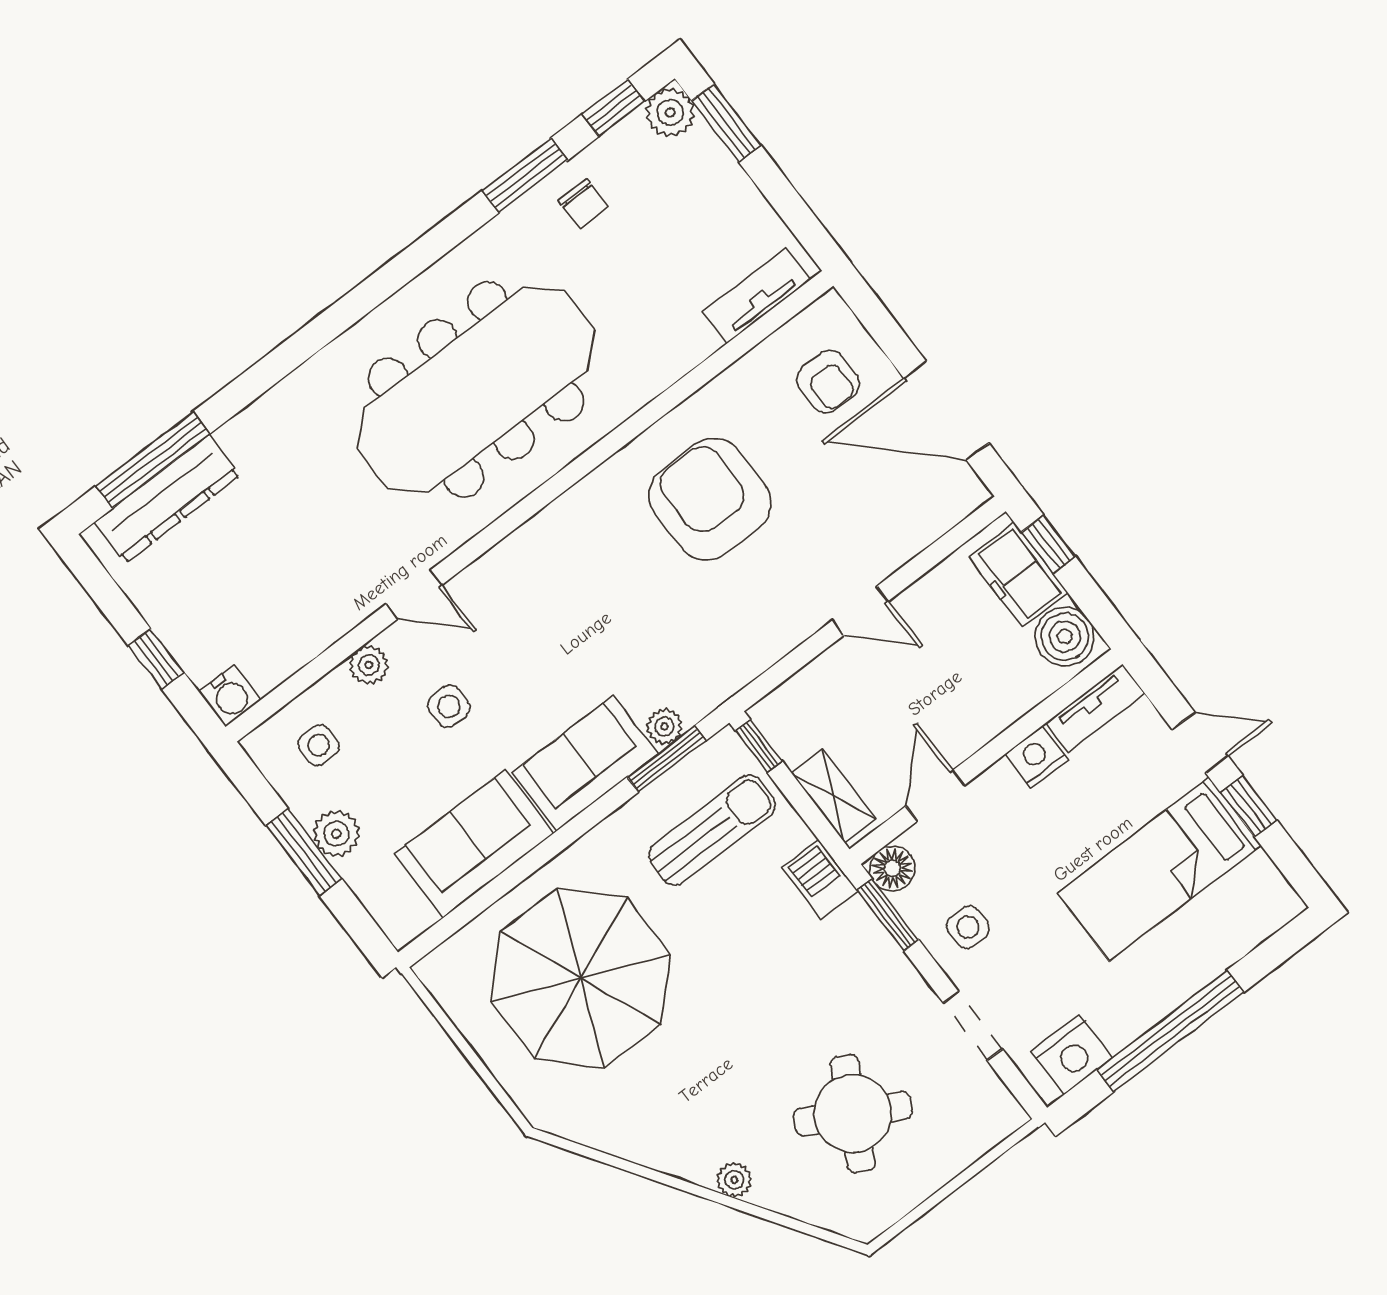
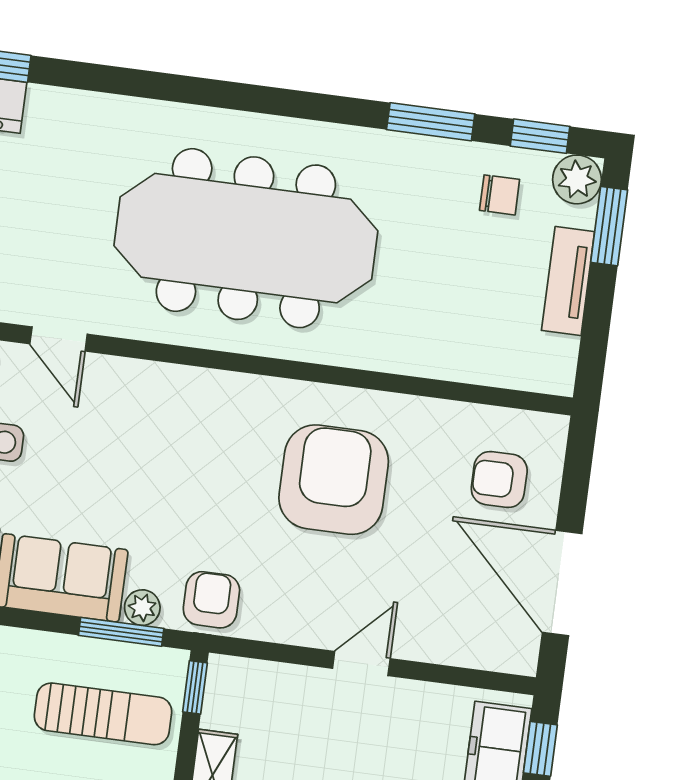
chair: (583, 204) -> (500, 195), moved, turned -90
tv unit: (756, 296) -> (568, 281), moved, turned -90
armchair: (828, 382) -> (499, 479), turned 90
door: (860, 611) -> (361, 663), swing flipped
armchair: (708, 672) -> (211, 600), added

